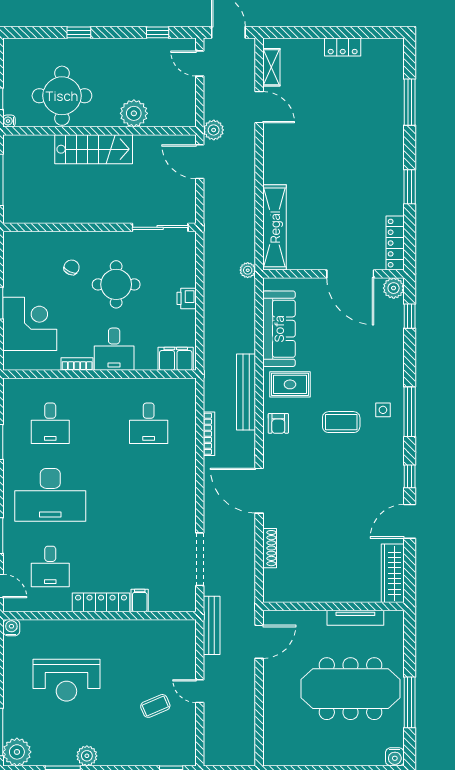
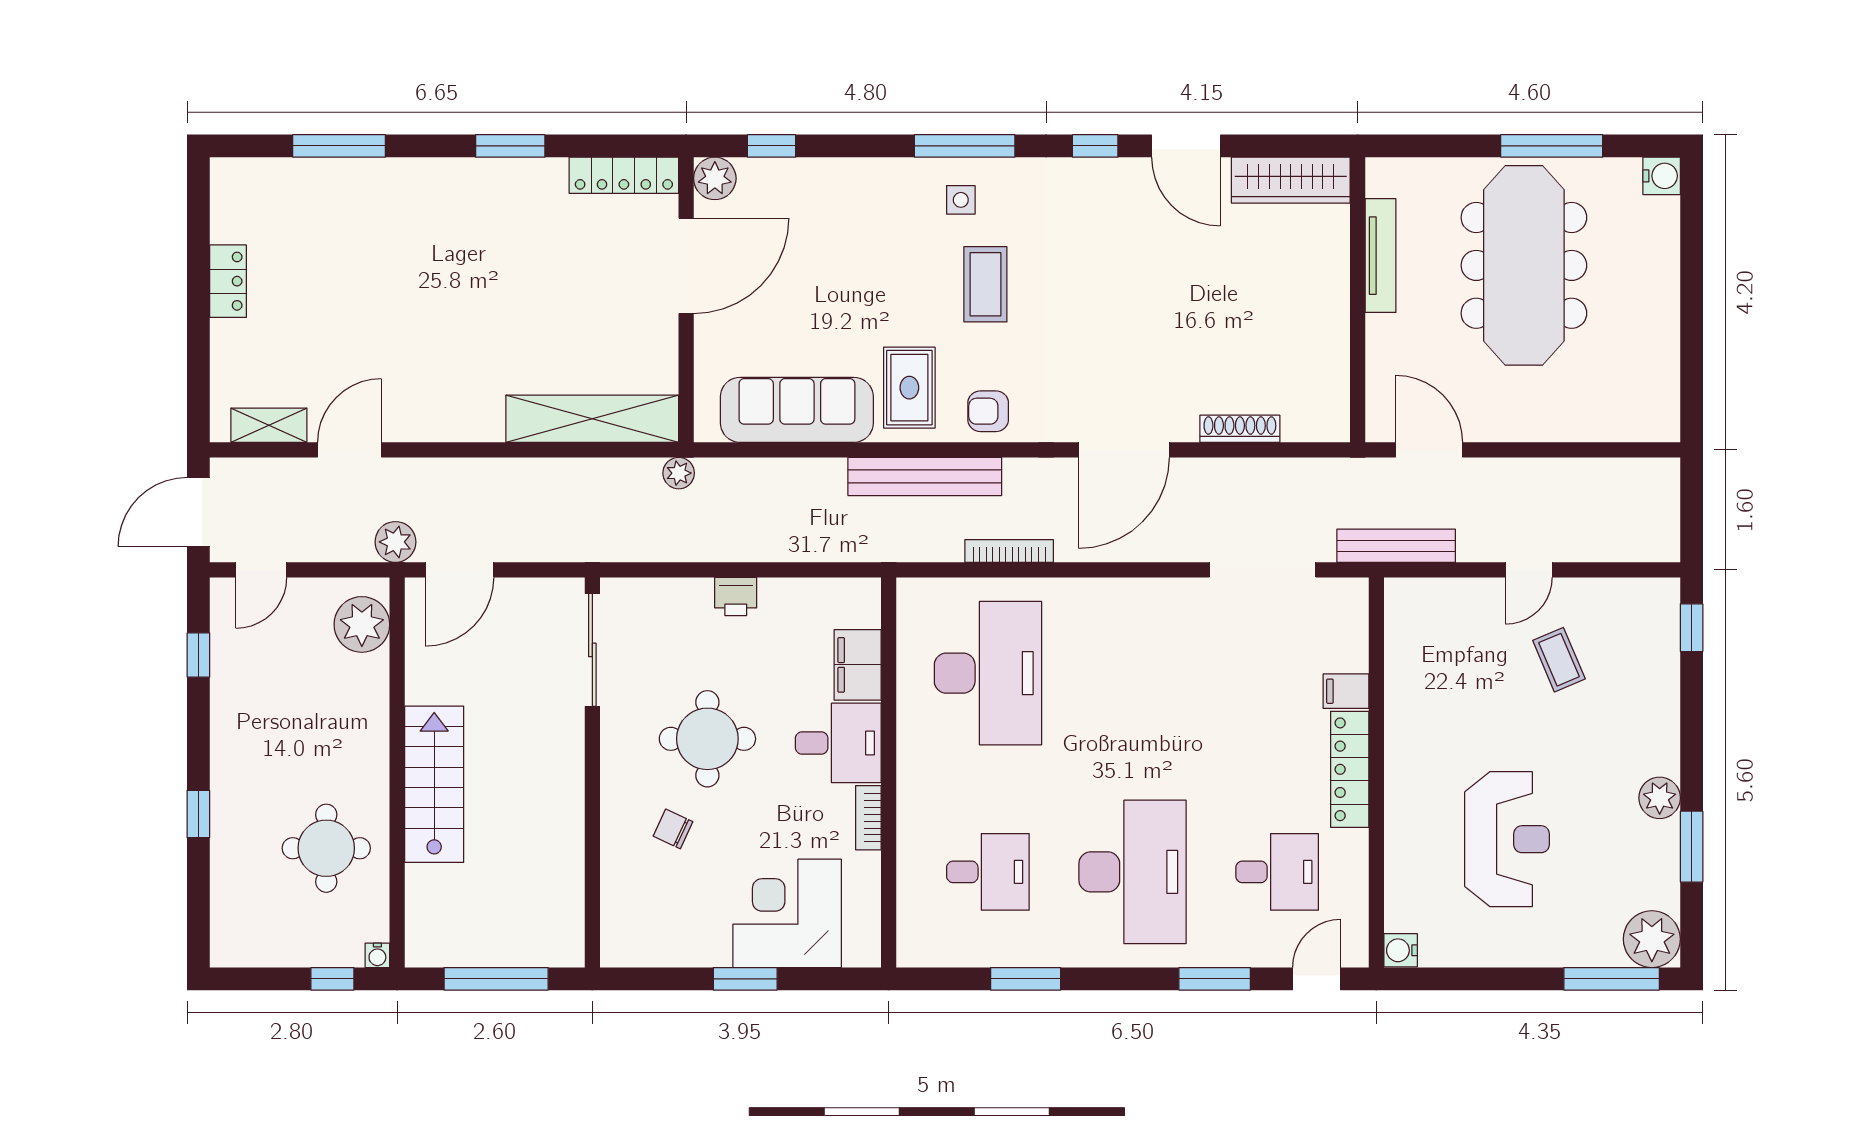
round table: (62, 96) -> (326, 848), width x0.73, depth x0.73
plant: (134, 113) -> (362, 624), moved
filing cabinet: (176, 359) -> (858, 665), moved
desk: (149, 423) -> (988, 673), width x1.87, depth x1.30
armchair: (278, 423) -> (988, 411), turned 180

